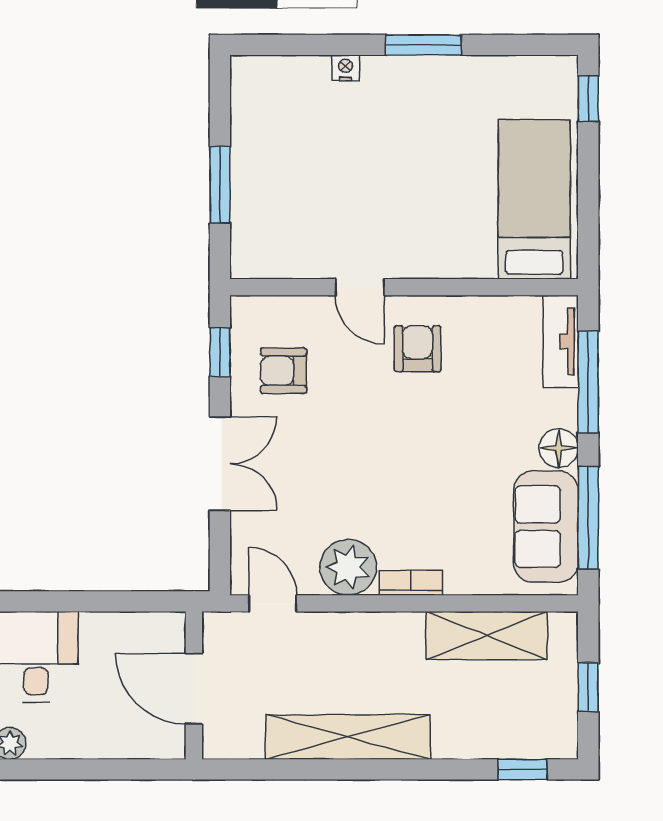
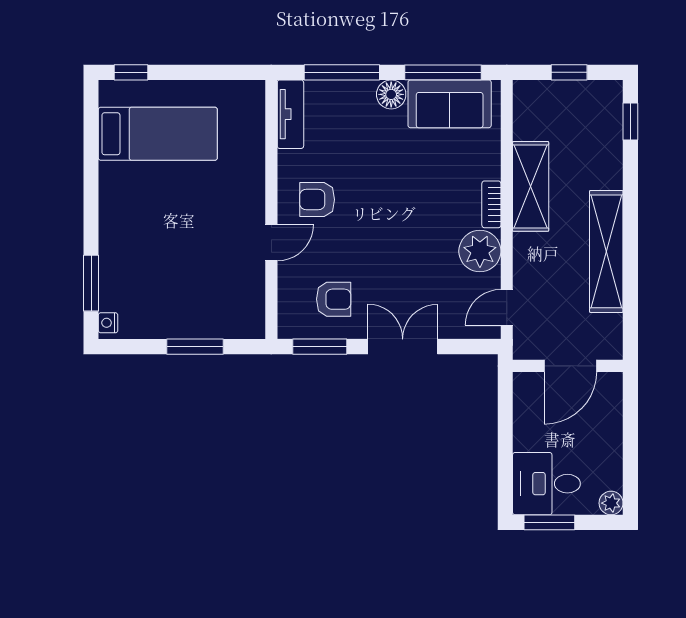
window: (424, 45) -> (91, 283), moved
nightstand: (346, 68) -> (108, 323), moved
bed: (534, 199) -> (158, 134), moved, turned 180
tv unit: (561, 341) -> (290, 114), moved, turned -90
window: (220, 352) -> (320, 347), width x1.50
armchair: (284, 371) -> (334, 299), turned -90
shelving: (487, 636) -> (531, 186), moved

